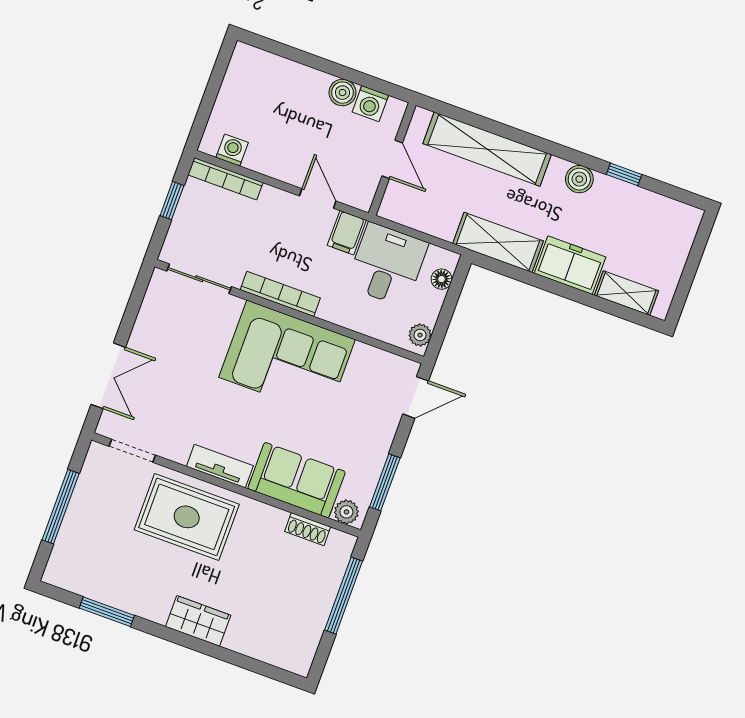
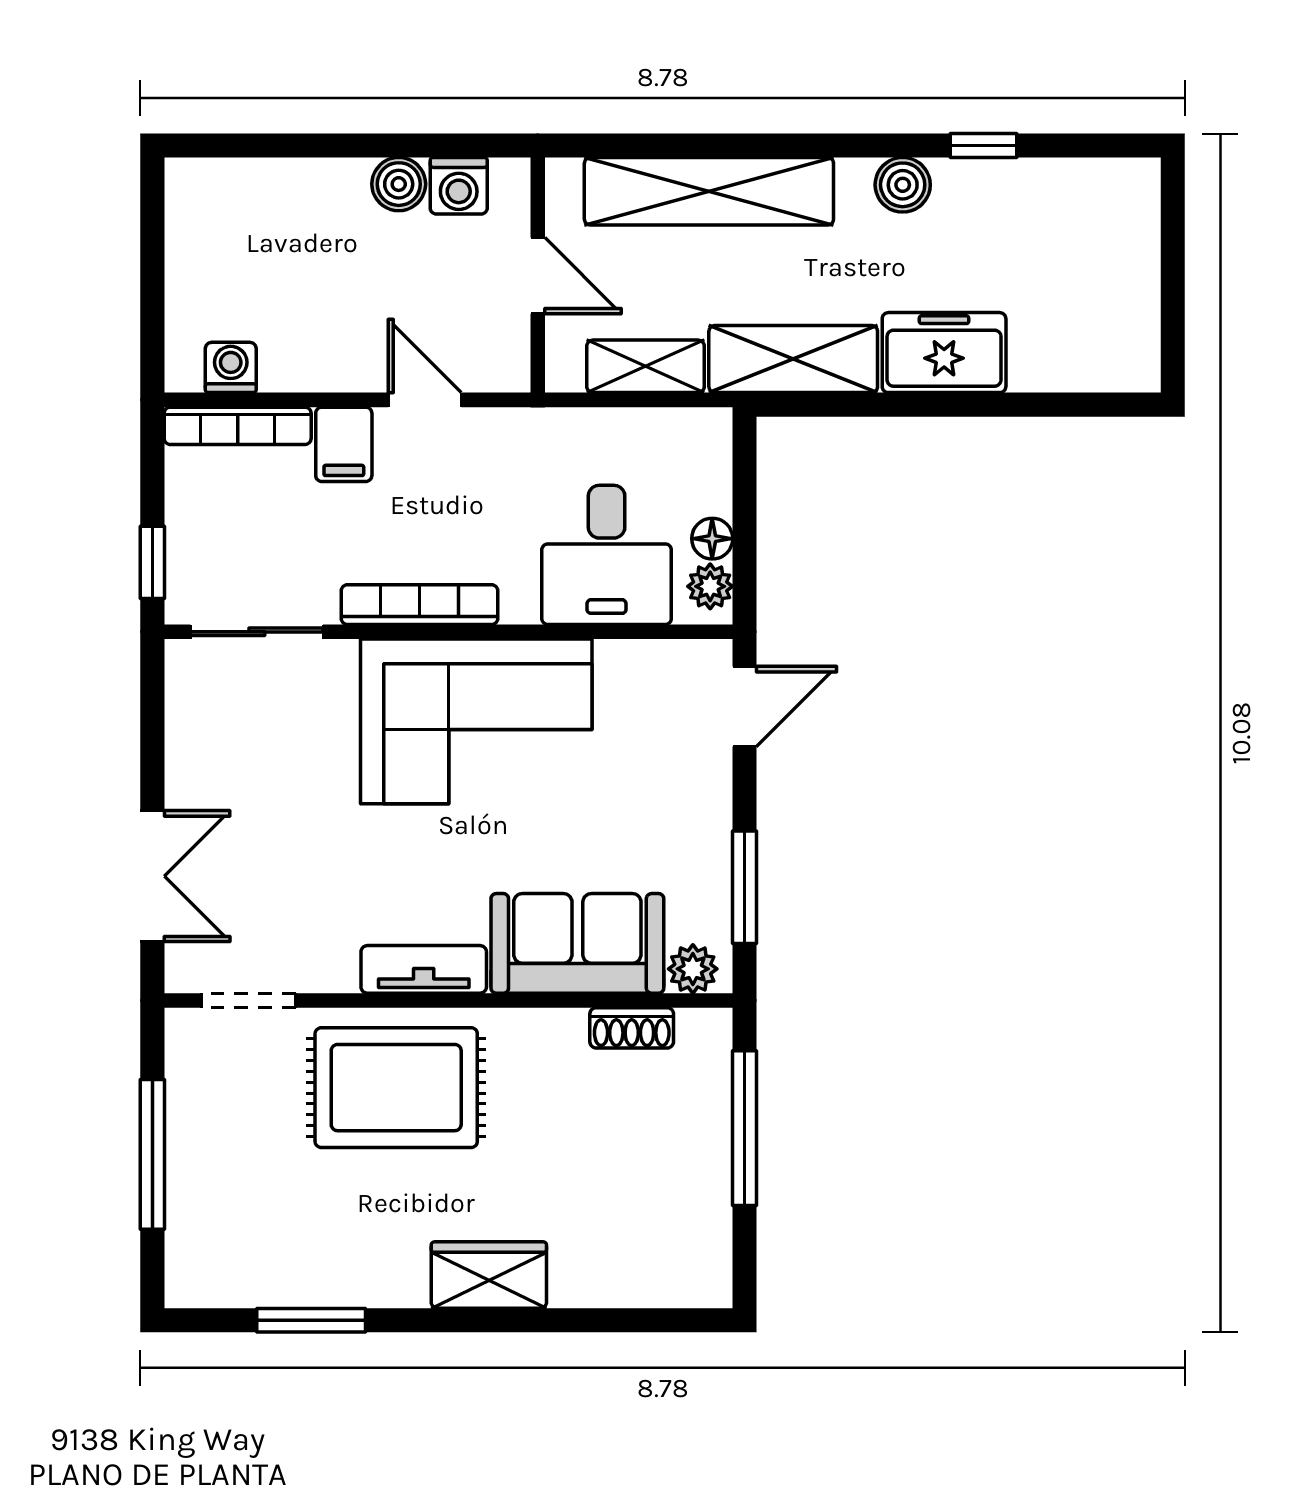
window: (172, 201) -> (152, 562), moved
filing cabinet: (347, 233) -> (344, 444), moved
desk: (387, 265) -> (607, 555), moved, turned 180
floor lamp: (442, 279) -> (712, 539), moved
shelving: (627, 293) -> (646, 366), moved

